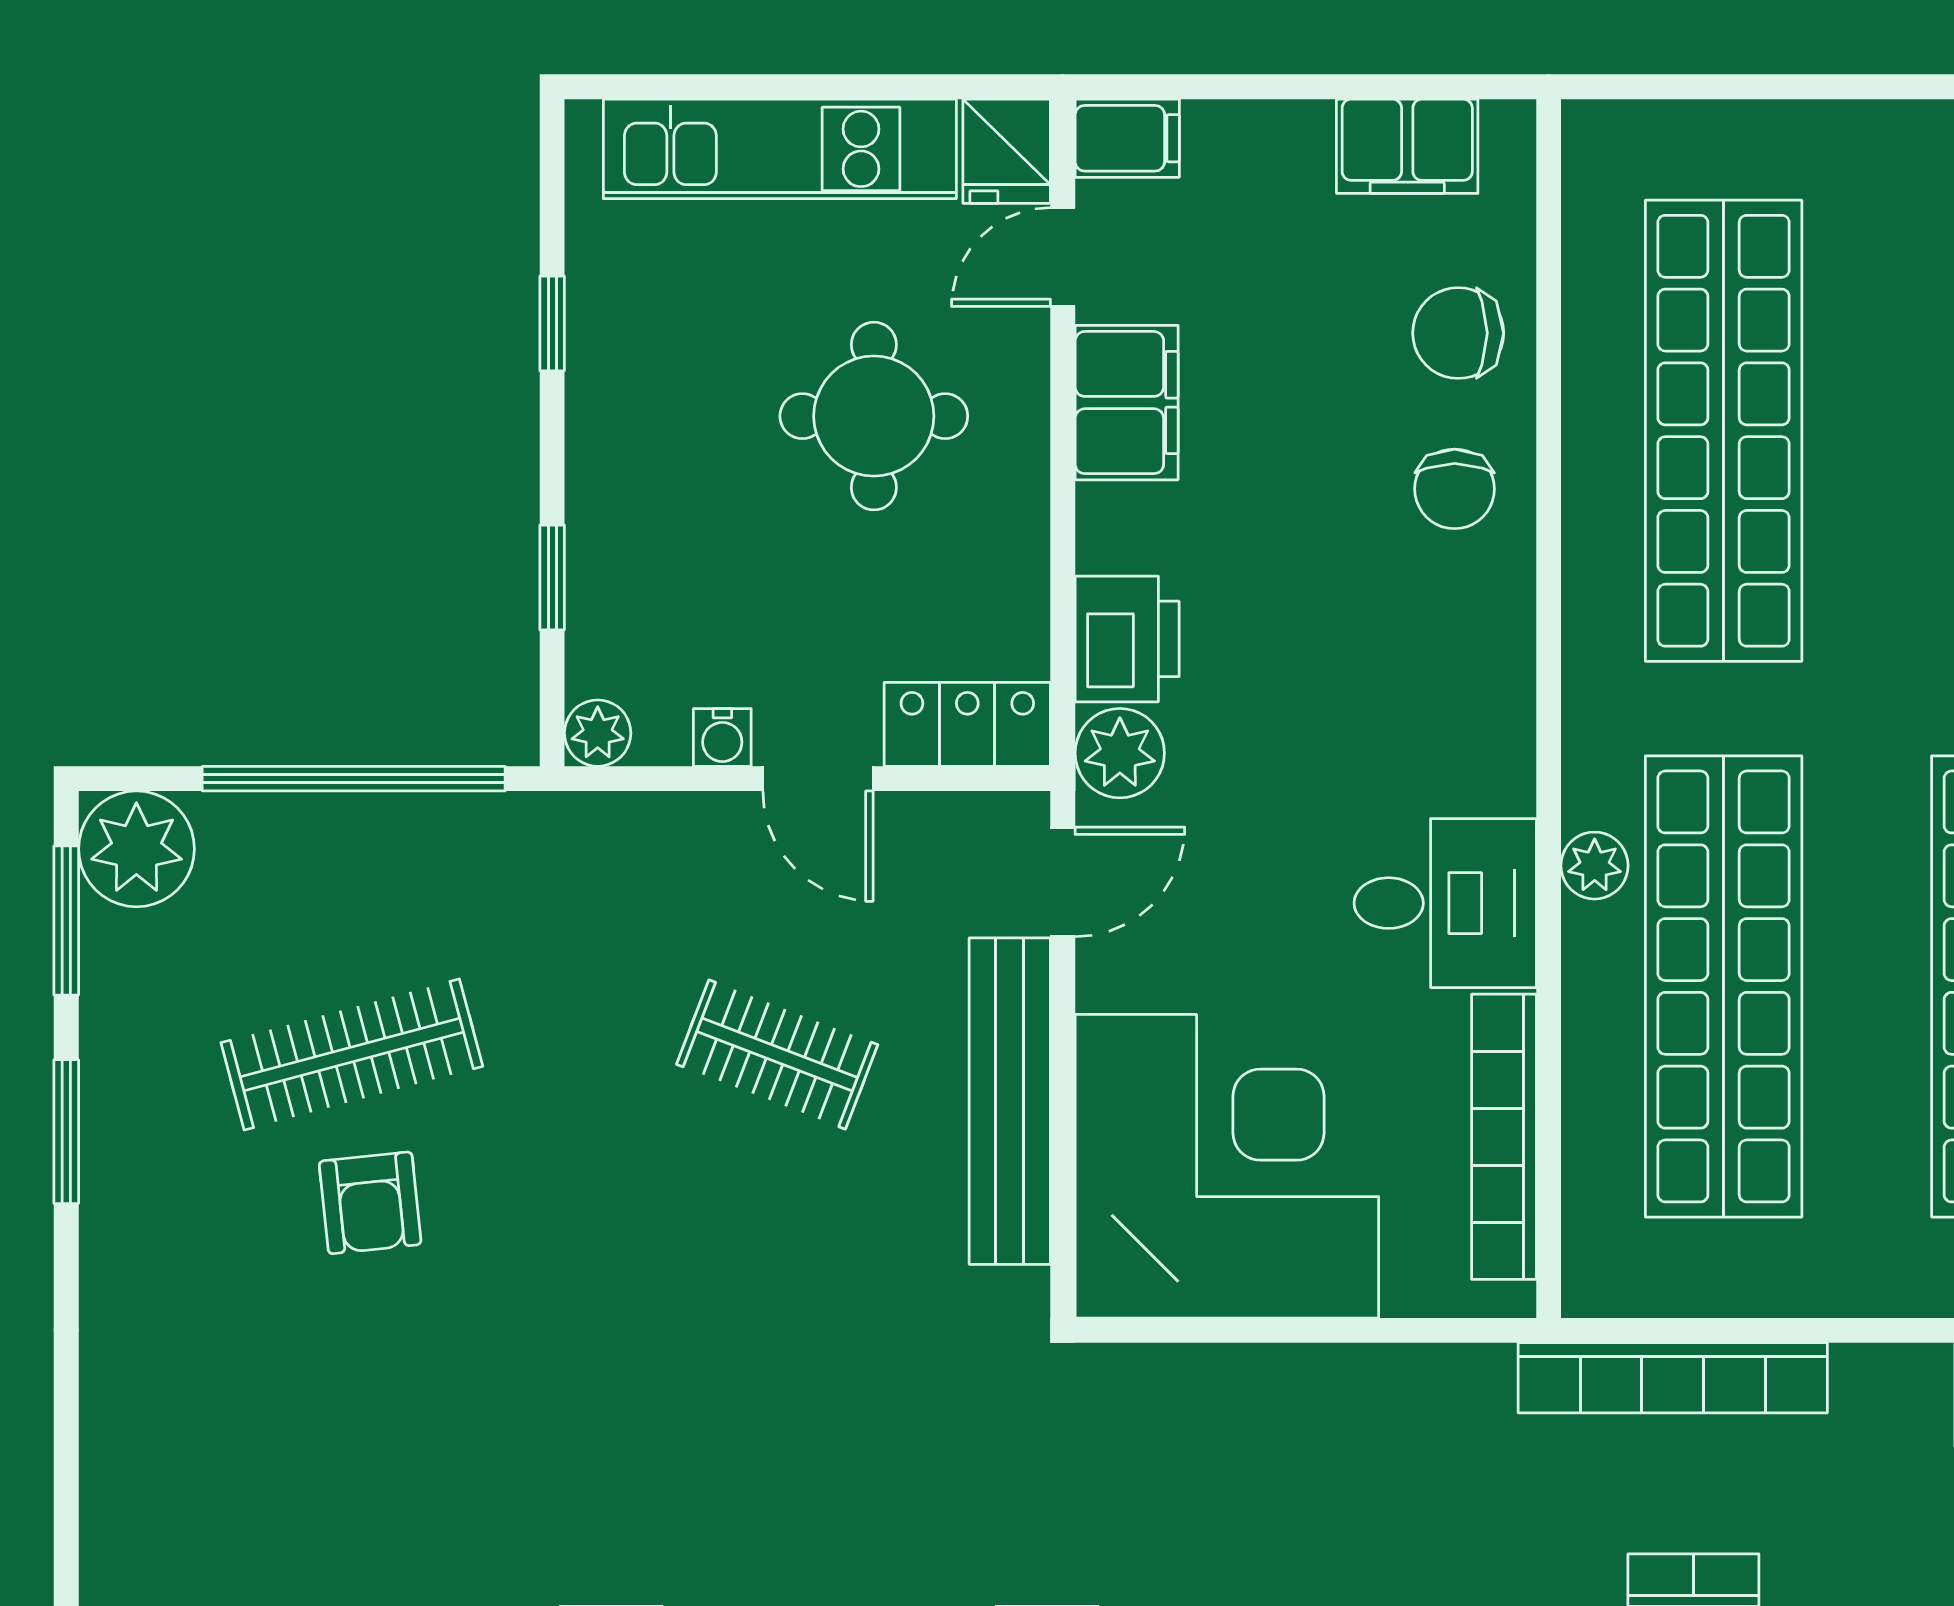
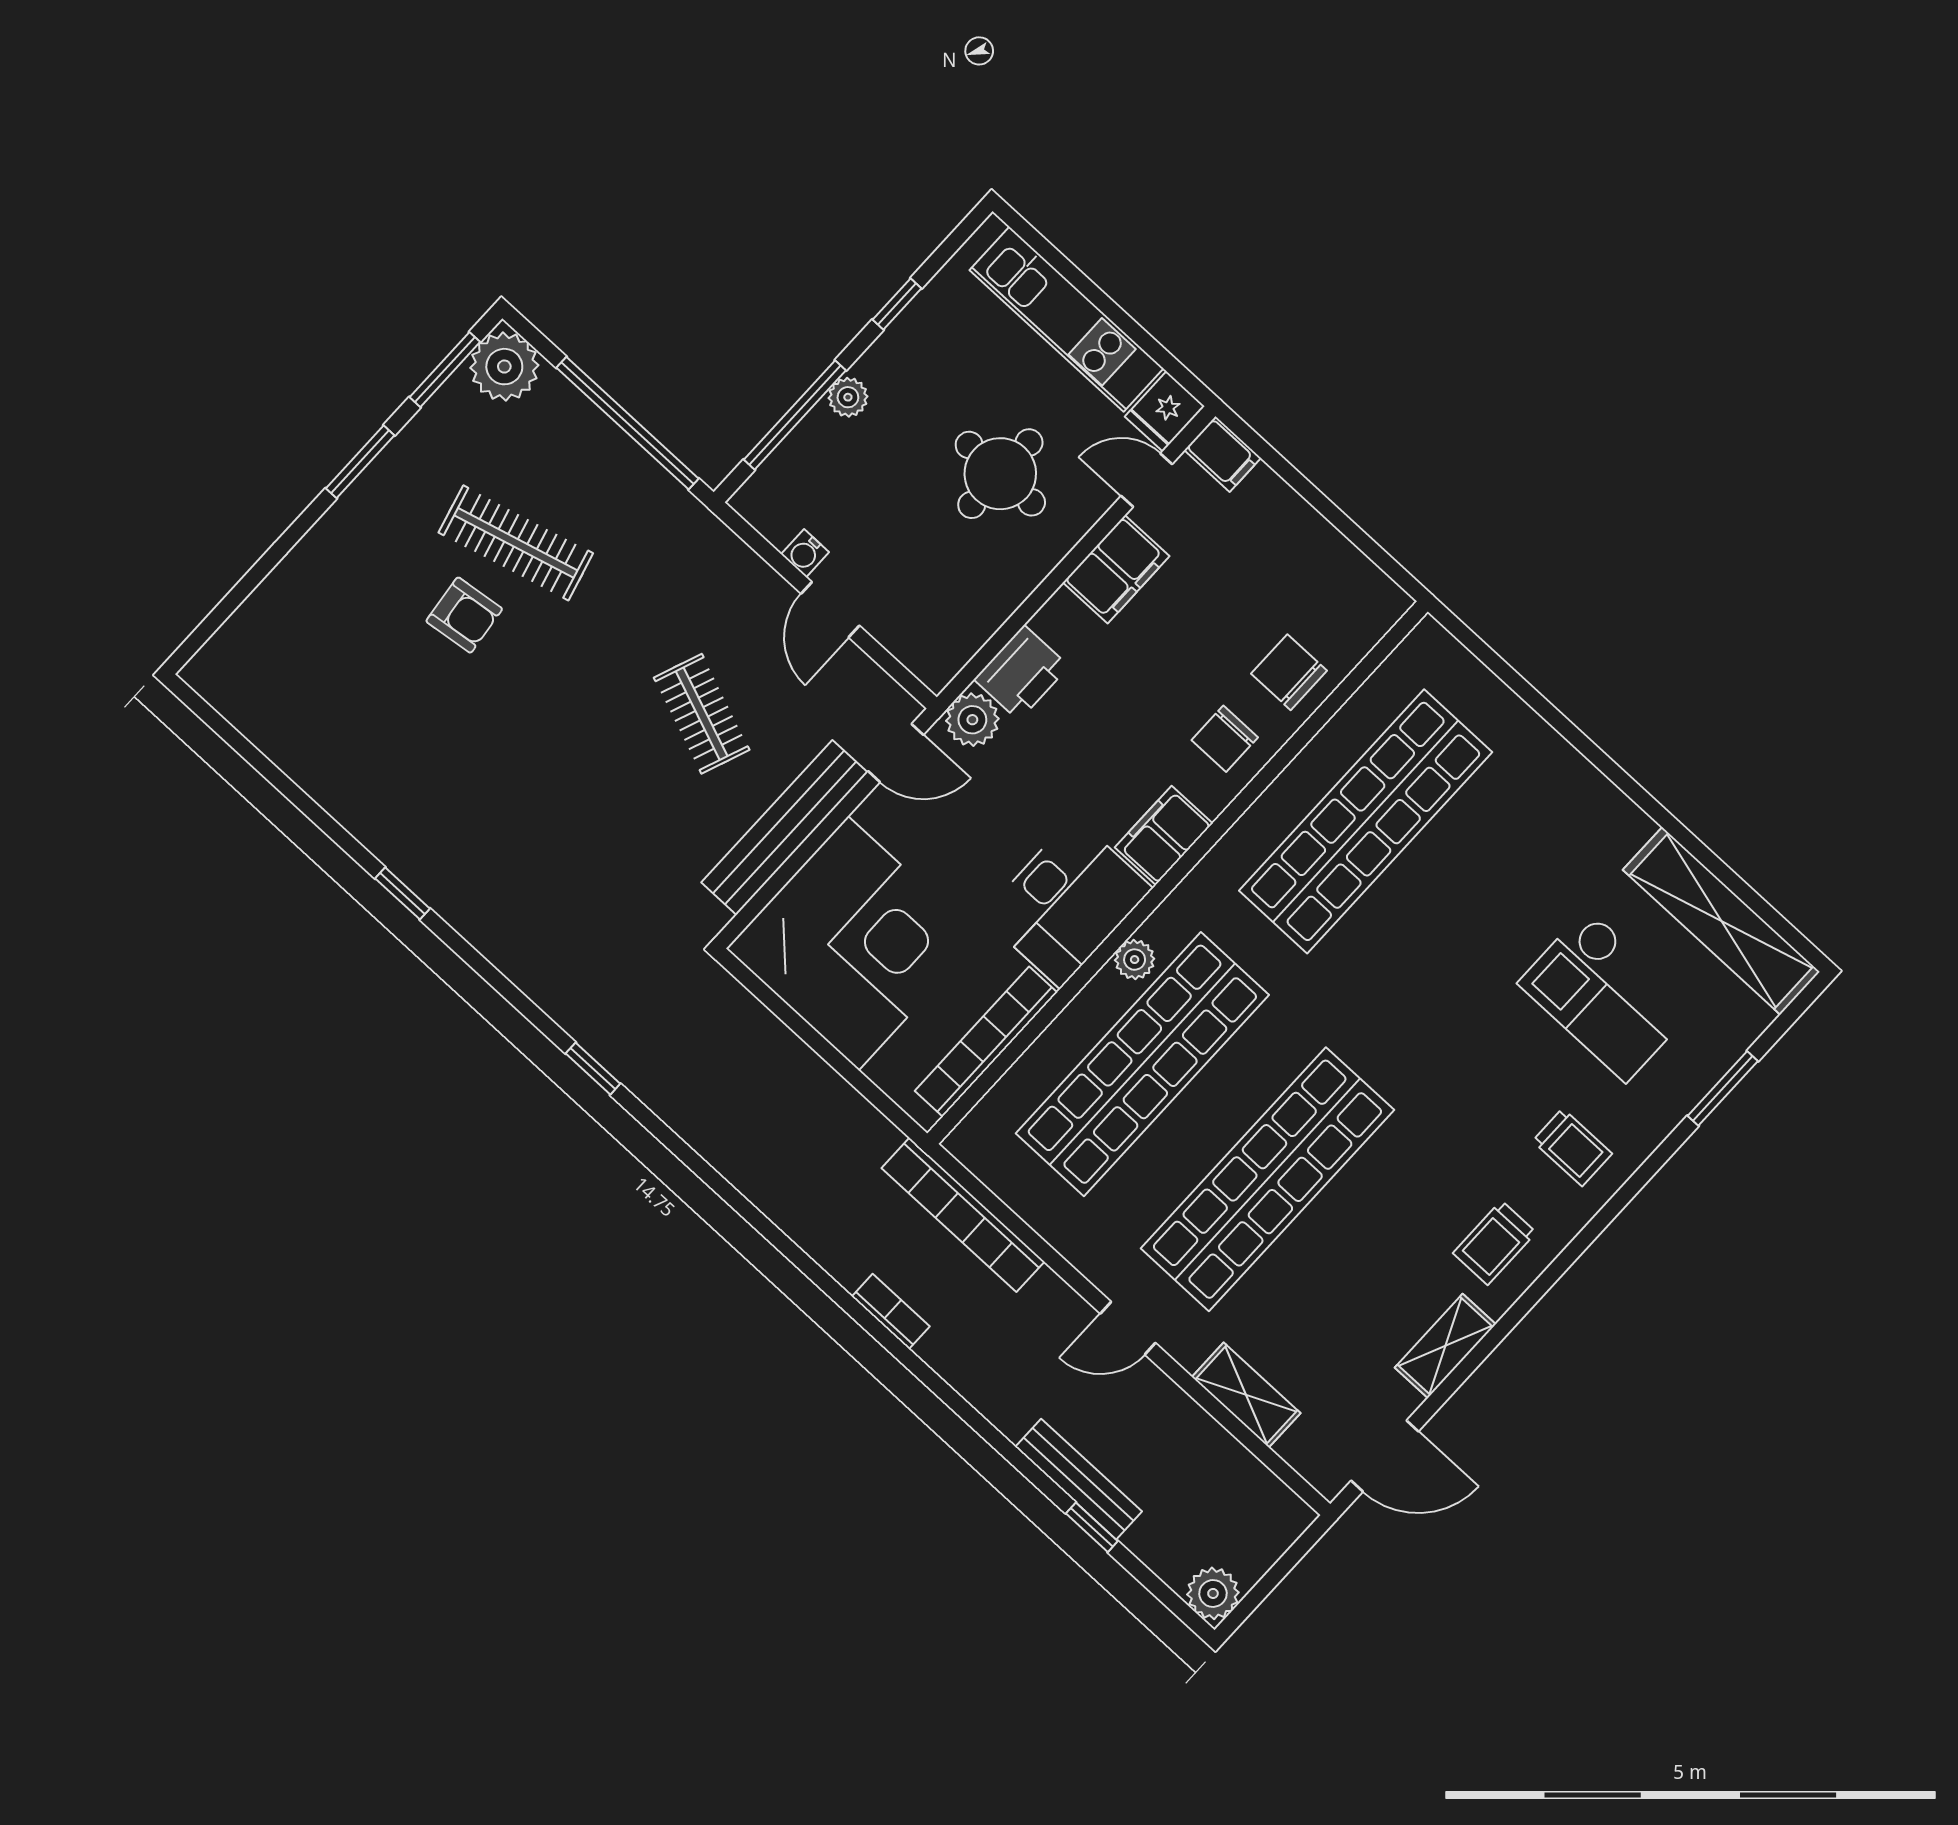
filing cabinet: (1407, 146) -> (1164, 835), moved, turned 90
window: (552, 578) -> (795, 415), width x2.17
locker: (967, 724) -> (917, 646), removed
plant: (598, 733) -> (848, 397), moved
desk: (1445, 903) -> (1067, 902), width x1.37
armchair: (370, 1203) -> (464, 615), turned -91

